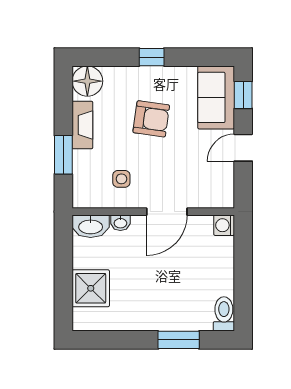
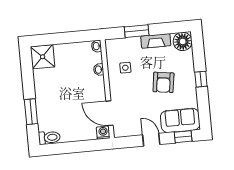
door: (167, 212) -> (110, 113), moved
washbasin: (91, 226) -> (96, 46), width x0.52, depth x0.69
shower: (91, 288) -> (43, 57), moved

